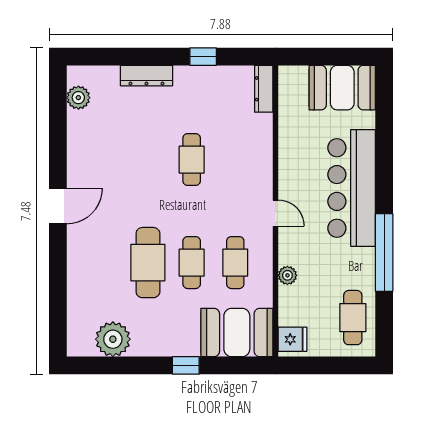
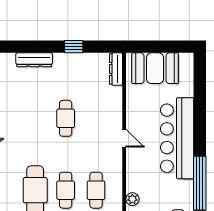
booth: (342, 88) -> (155, 68), moved
door: (276, 213) -> (124, 138), moved

